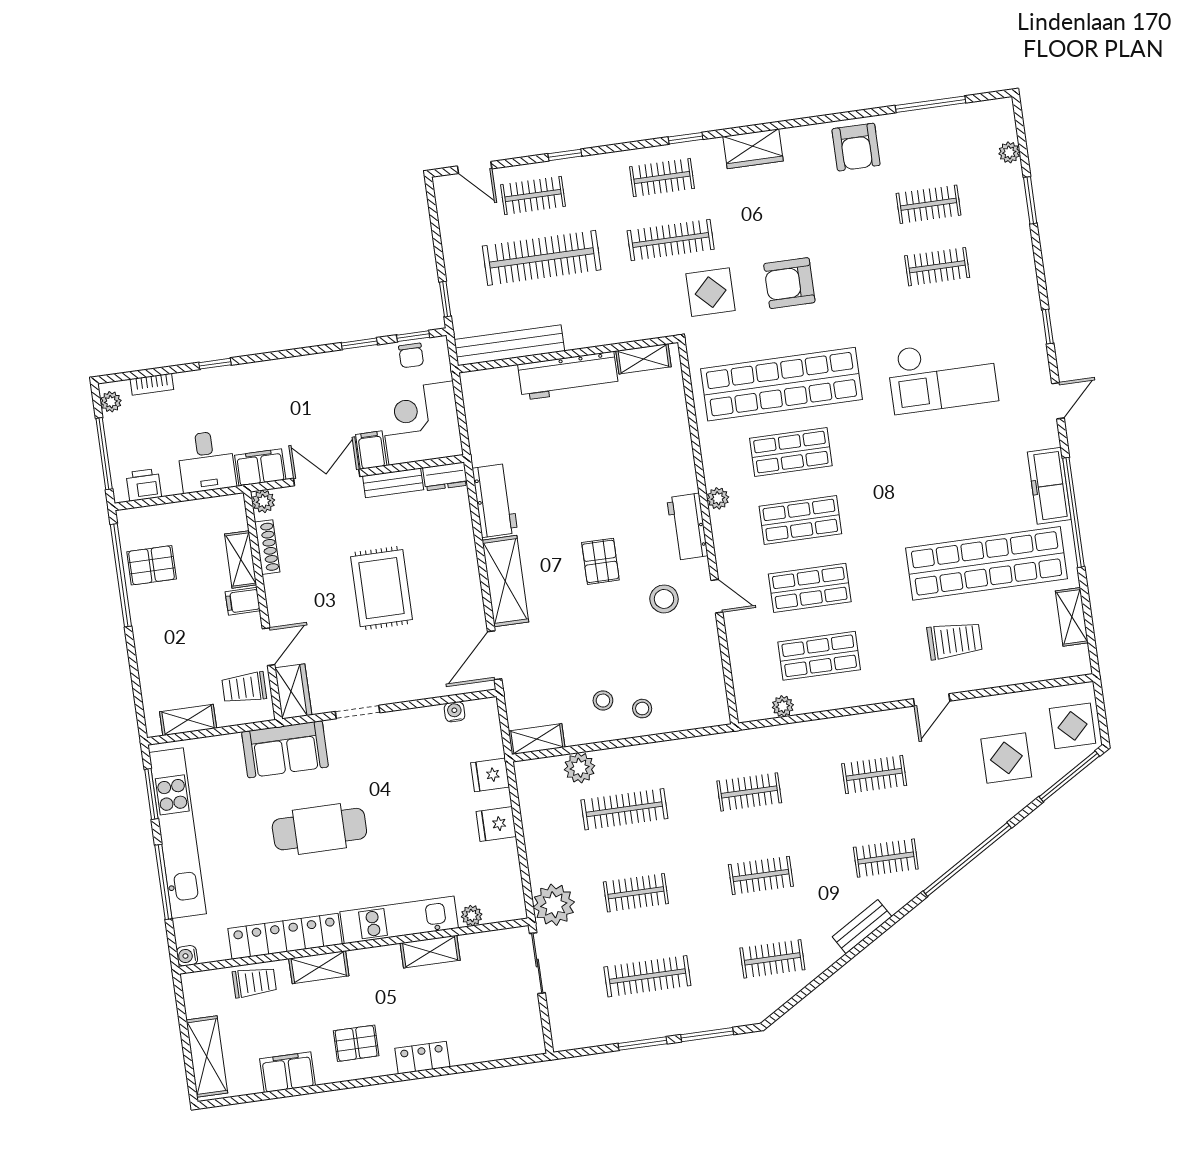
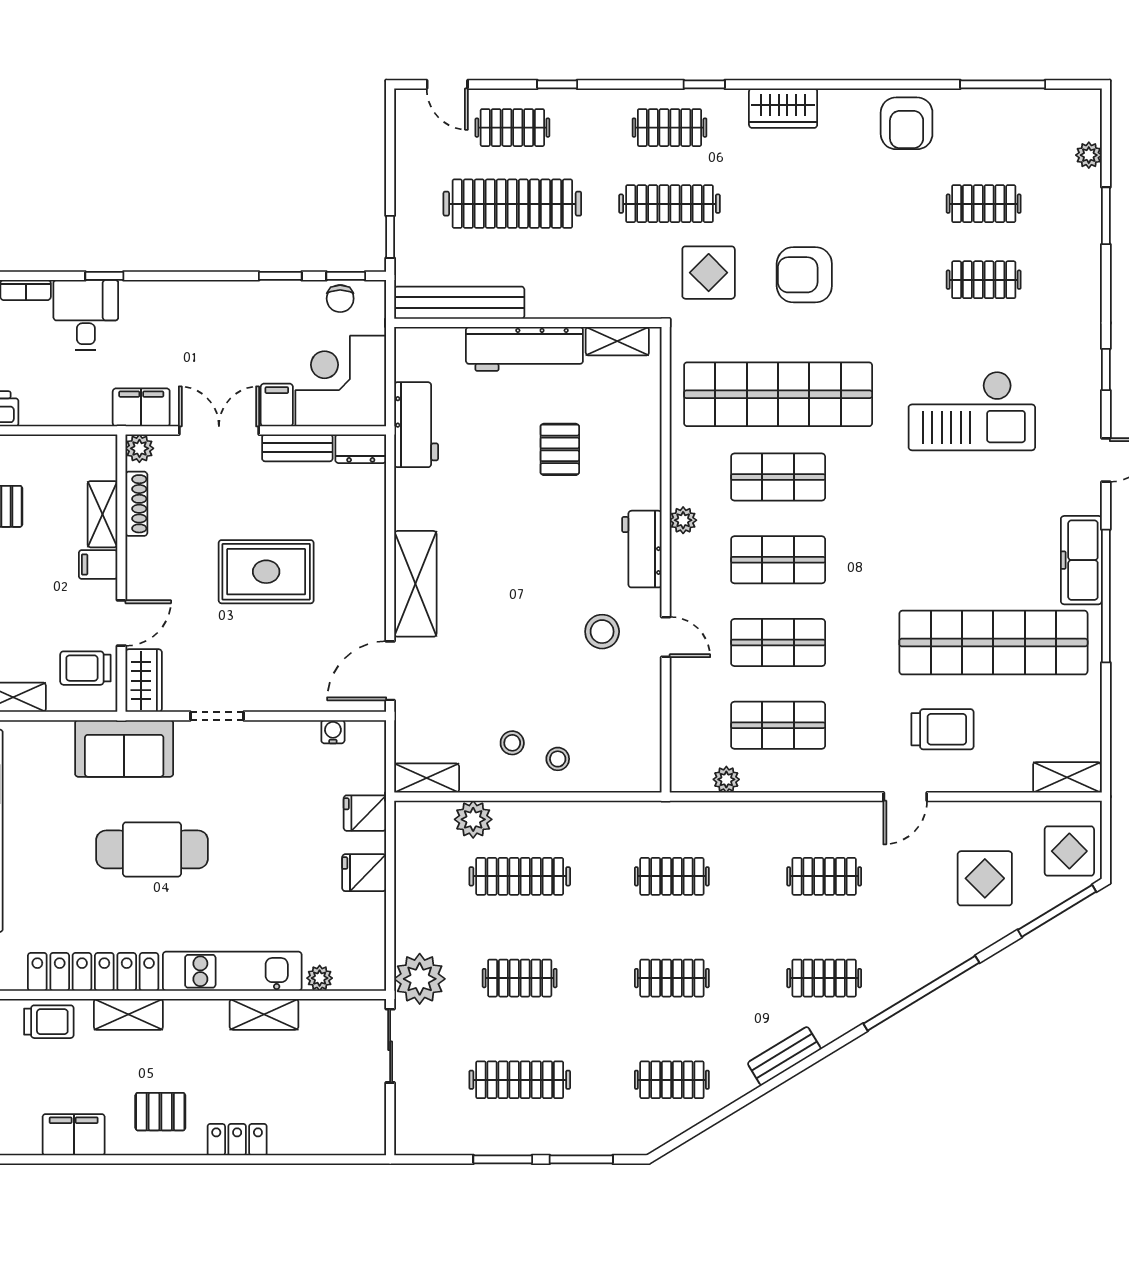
desk: (206, 462) -> (86, 315), moved, turned 180
workbench: (495, 500) -> (416, 425), moved
pallet: (600, 561) -> (560, 449), moved
rug: (381, 588) -> (266, 572), turned 90
shelving: (1072, 617) -> (1067, 777), moved, turned 90

